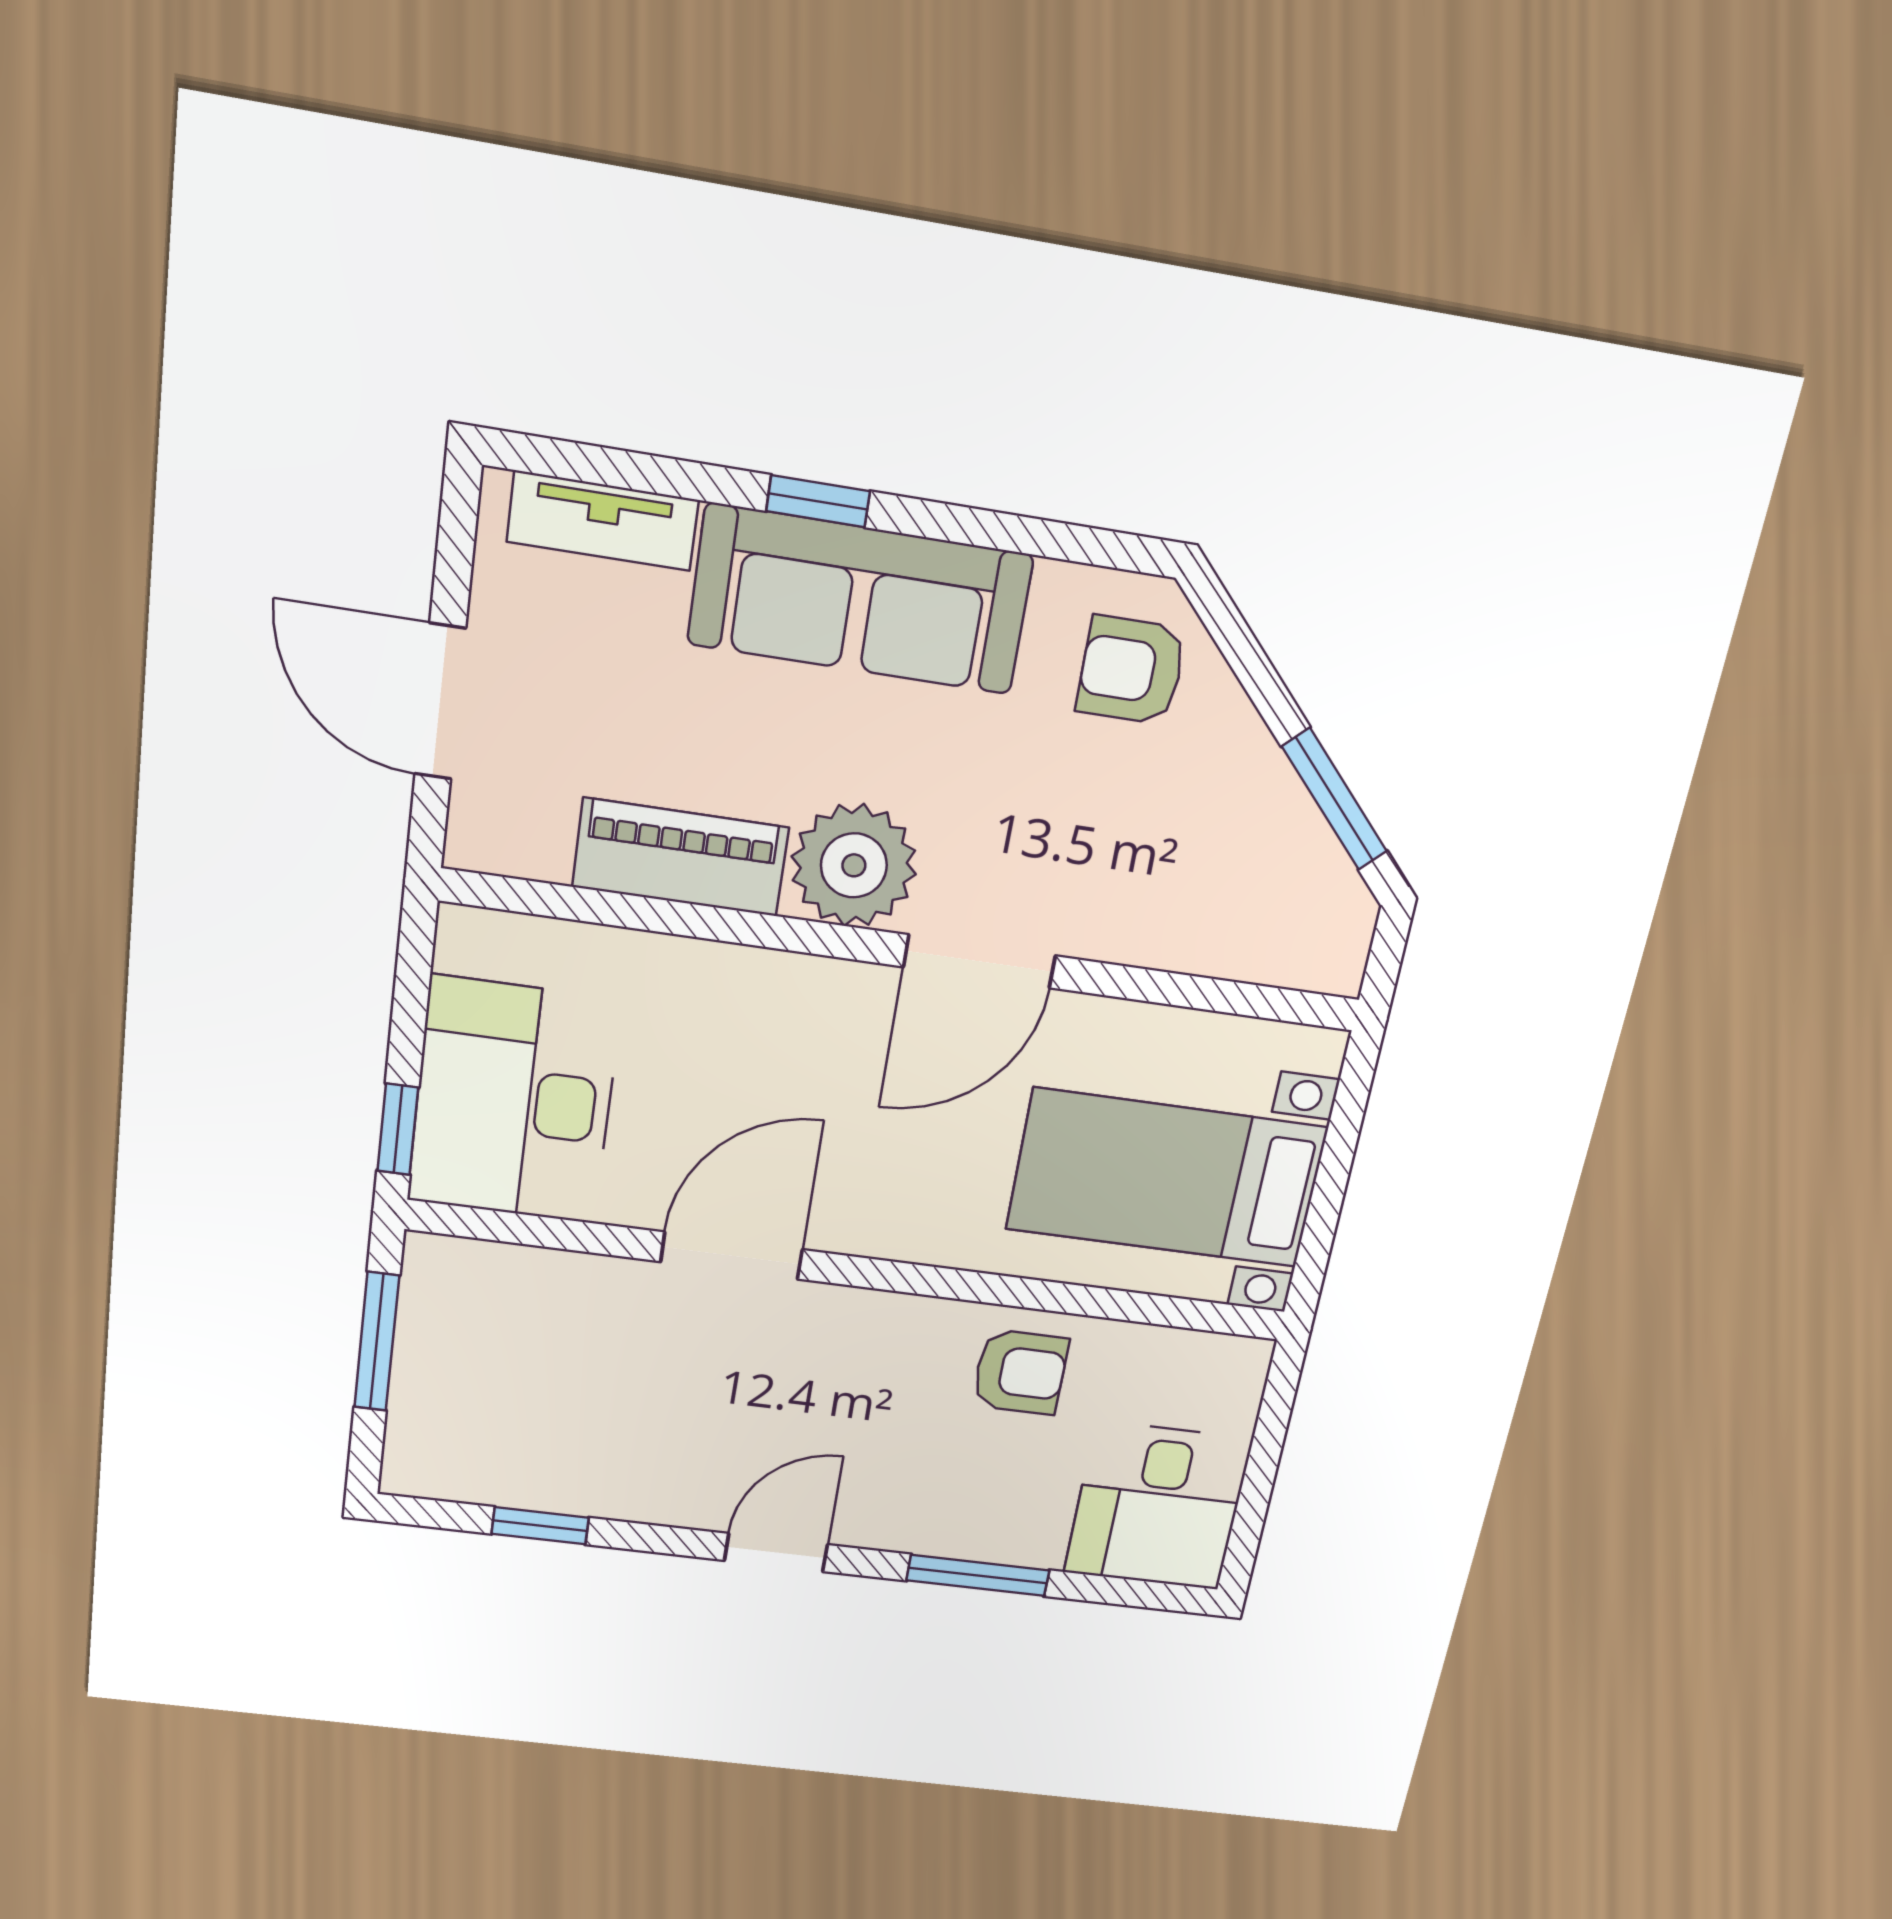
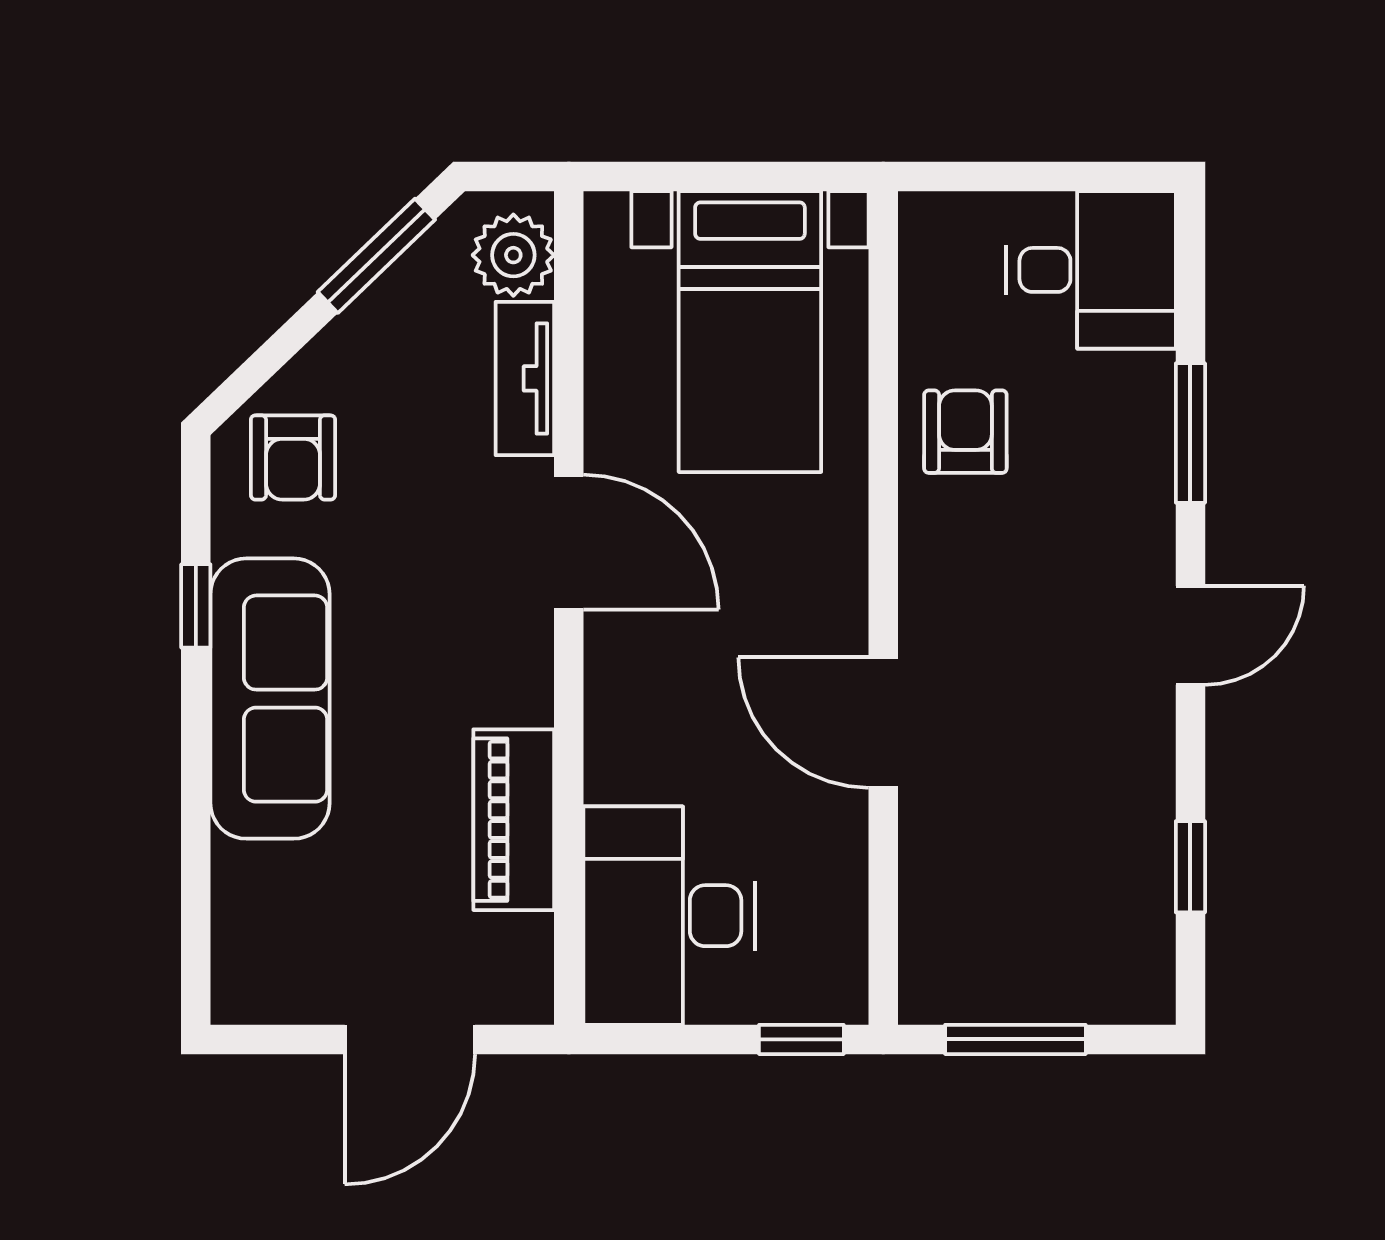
window: (818, 501) -> (196, 606), moved
tv unit: (603, 521) -> (525, 378), moved, turned 180
plant: (854, 865) -> (513, 255), moved, width x0.73, depth x0.73
desk: (514, 1101) -> (669, 916), moved, turned 90
door: (776, 1553) -> (1190, 635), swing flipped

